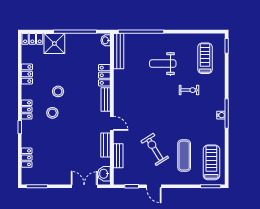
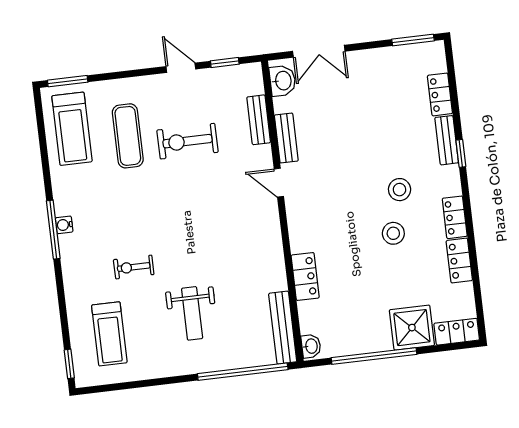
weight bench: (163, 64) -> (192, 313), turned 90
bench: (106, 100) -> (447, 140), moved
locker: (27, 110) -> (455, 217), moved
exercise bike: (155, 149) -> (187, 141), turned 122

